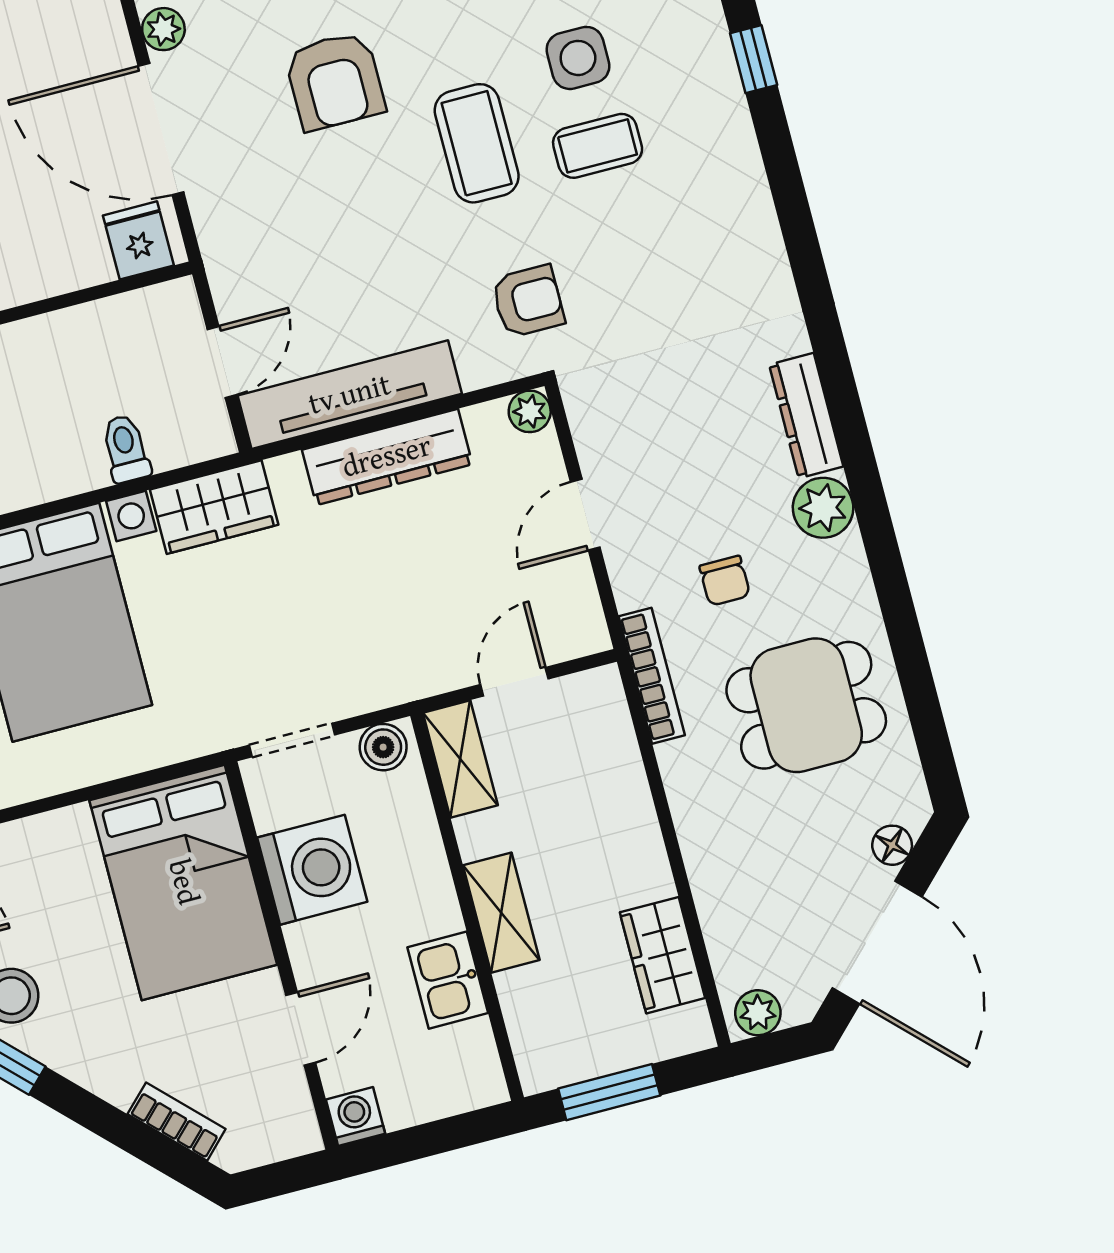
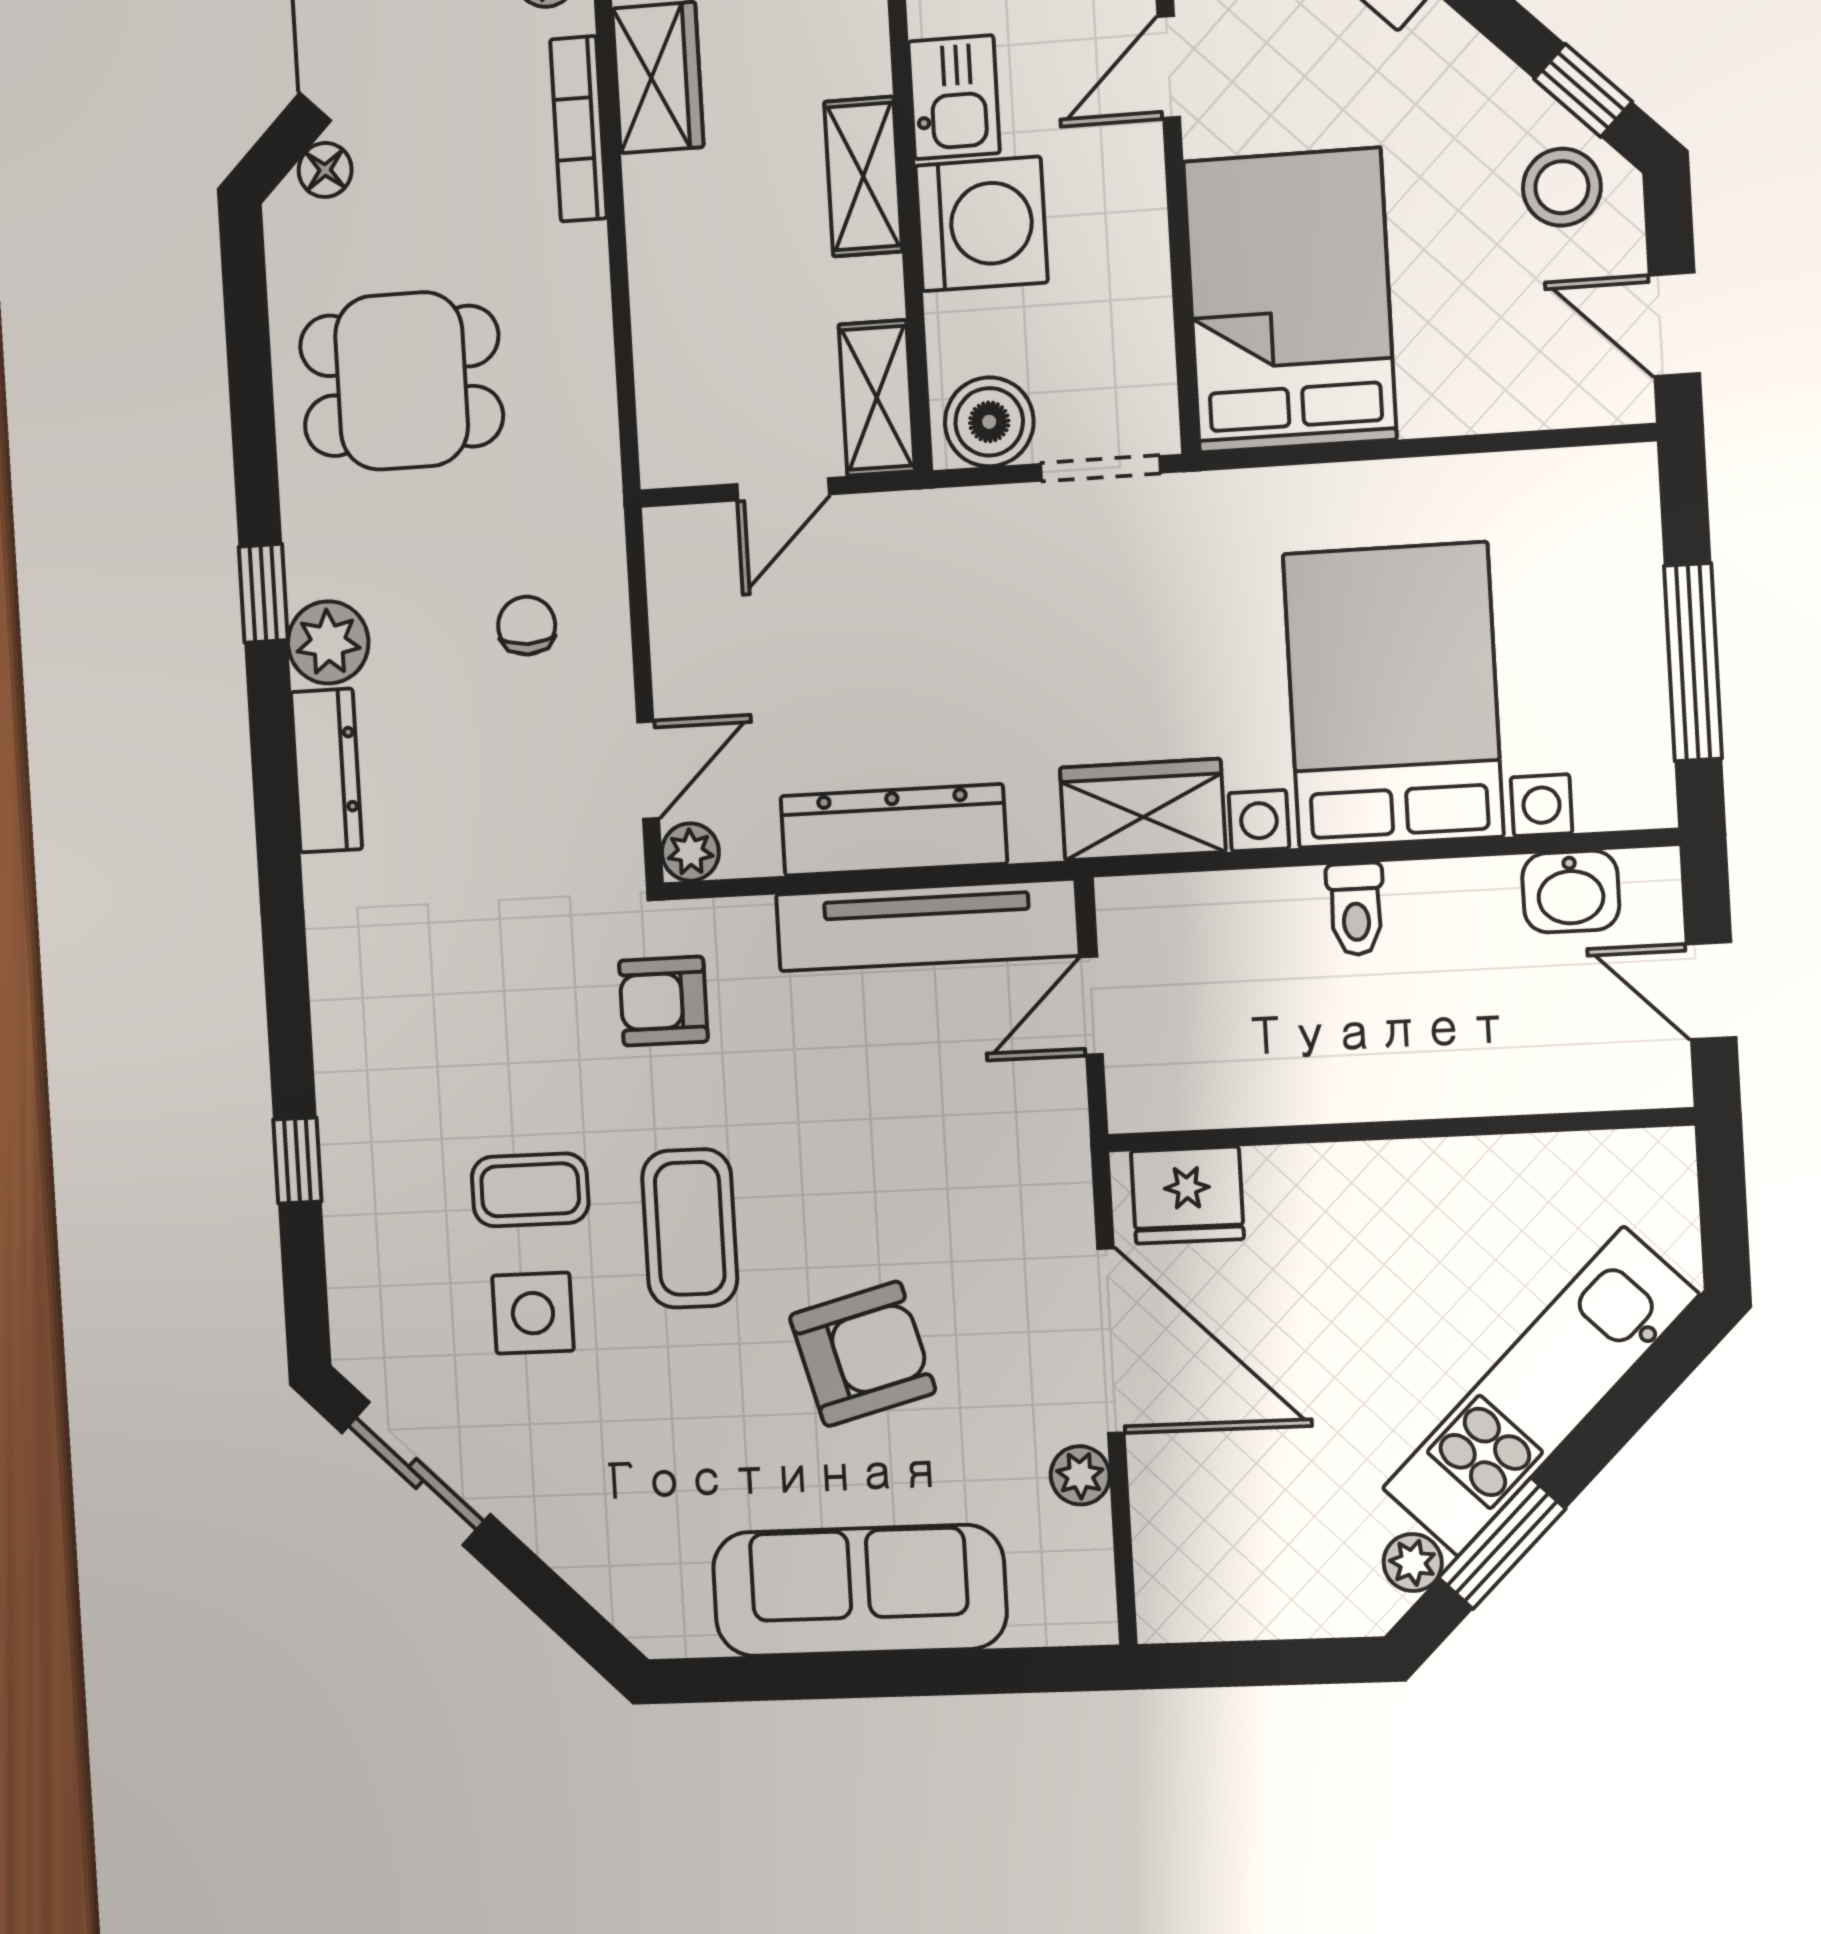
window: (754, 59) -> (297, 1160), moved
armchair: (335, 81) -> (863, 1354), turned 75
fridge: (138, 240) -> (1187, 1195), width x1.38
toilet: (126, 449) -> (1356, 909), moved
door: (585, 515) -> (648, 770), moved
window: (878, 533) -> (263, 593), added
chair: (725, 581) -> (527, 626), moved
bookcase: (652, 676) -> (578, 129), moved
boiler: (383, 747) -> (989, 422), width x1.36, depth x1.36
washing machine: (312, 870) -> (981, 224), moved, turned 180

